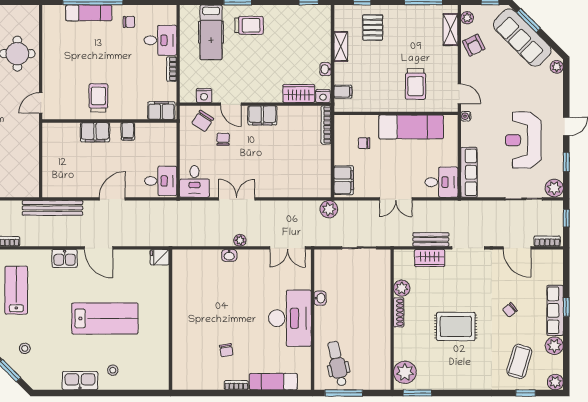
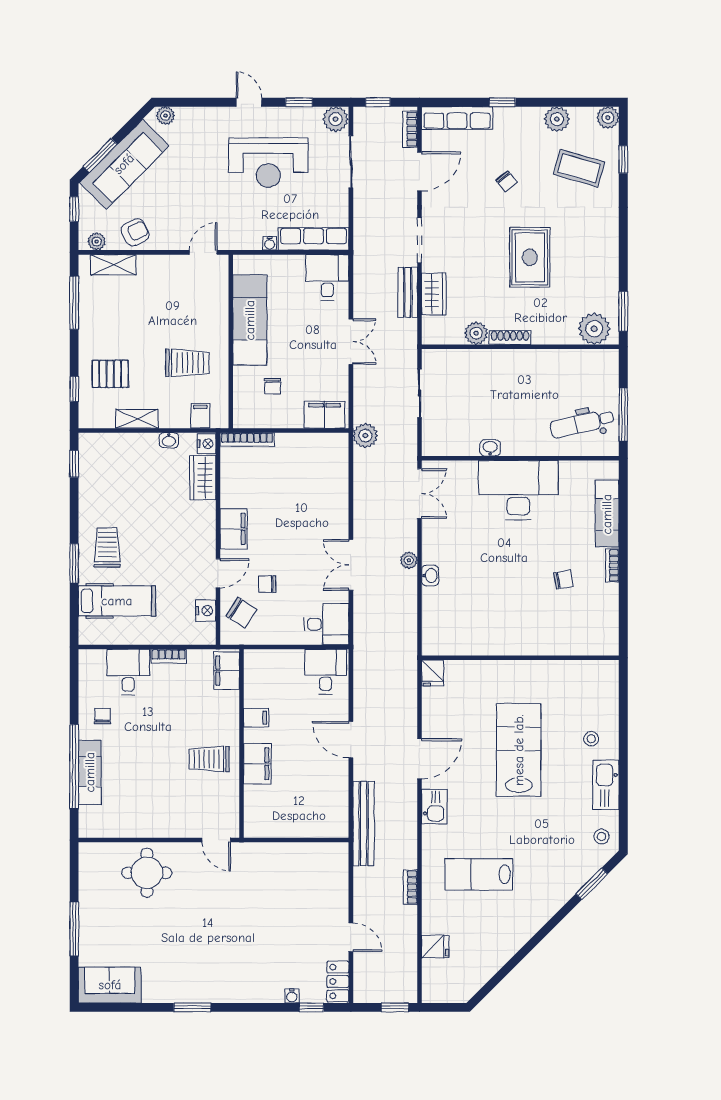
trolley: (416, 84) -> (187, 363), moved
water cooler: (466, 116) -> (270, 243), moved
row of seats: (555, 310) -> (457, 118), moved
stool: (25, 348) -> (601, 836), moved

